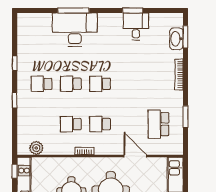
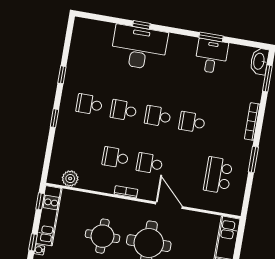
window: (73, 10) -> (141, 25), width x0.46
washbasin: (176, 39) -> (259, 61), moved
school desk: (129, 84) -> (192, 122), added
window: (185, 117) -> (253, 159), moved
door: (135, 156) -> (169, 205), moved

